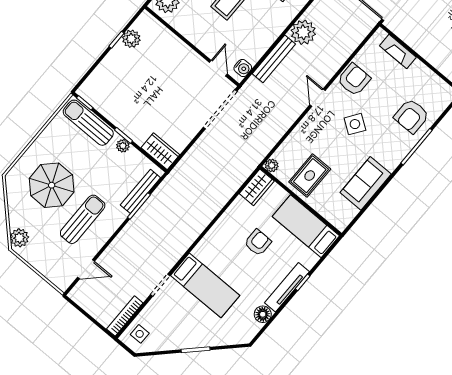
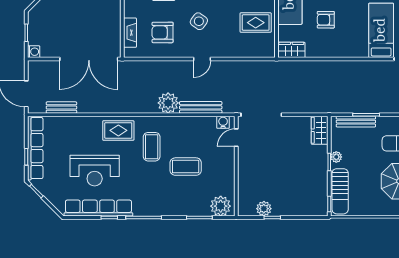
armchair: (354, 80) -> (163, 32), moved
plant: (272, 165) -> (270, 52), removed

